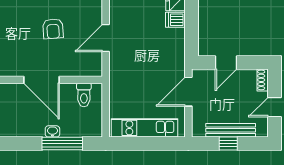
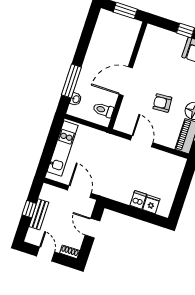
bench: (231, 130) -> (39, 214), width x0.73
washbasin: (52, 131) -> (76, 99), moved

